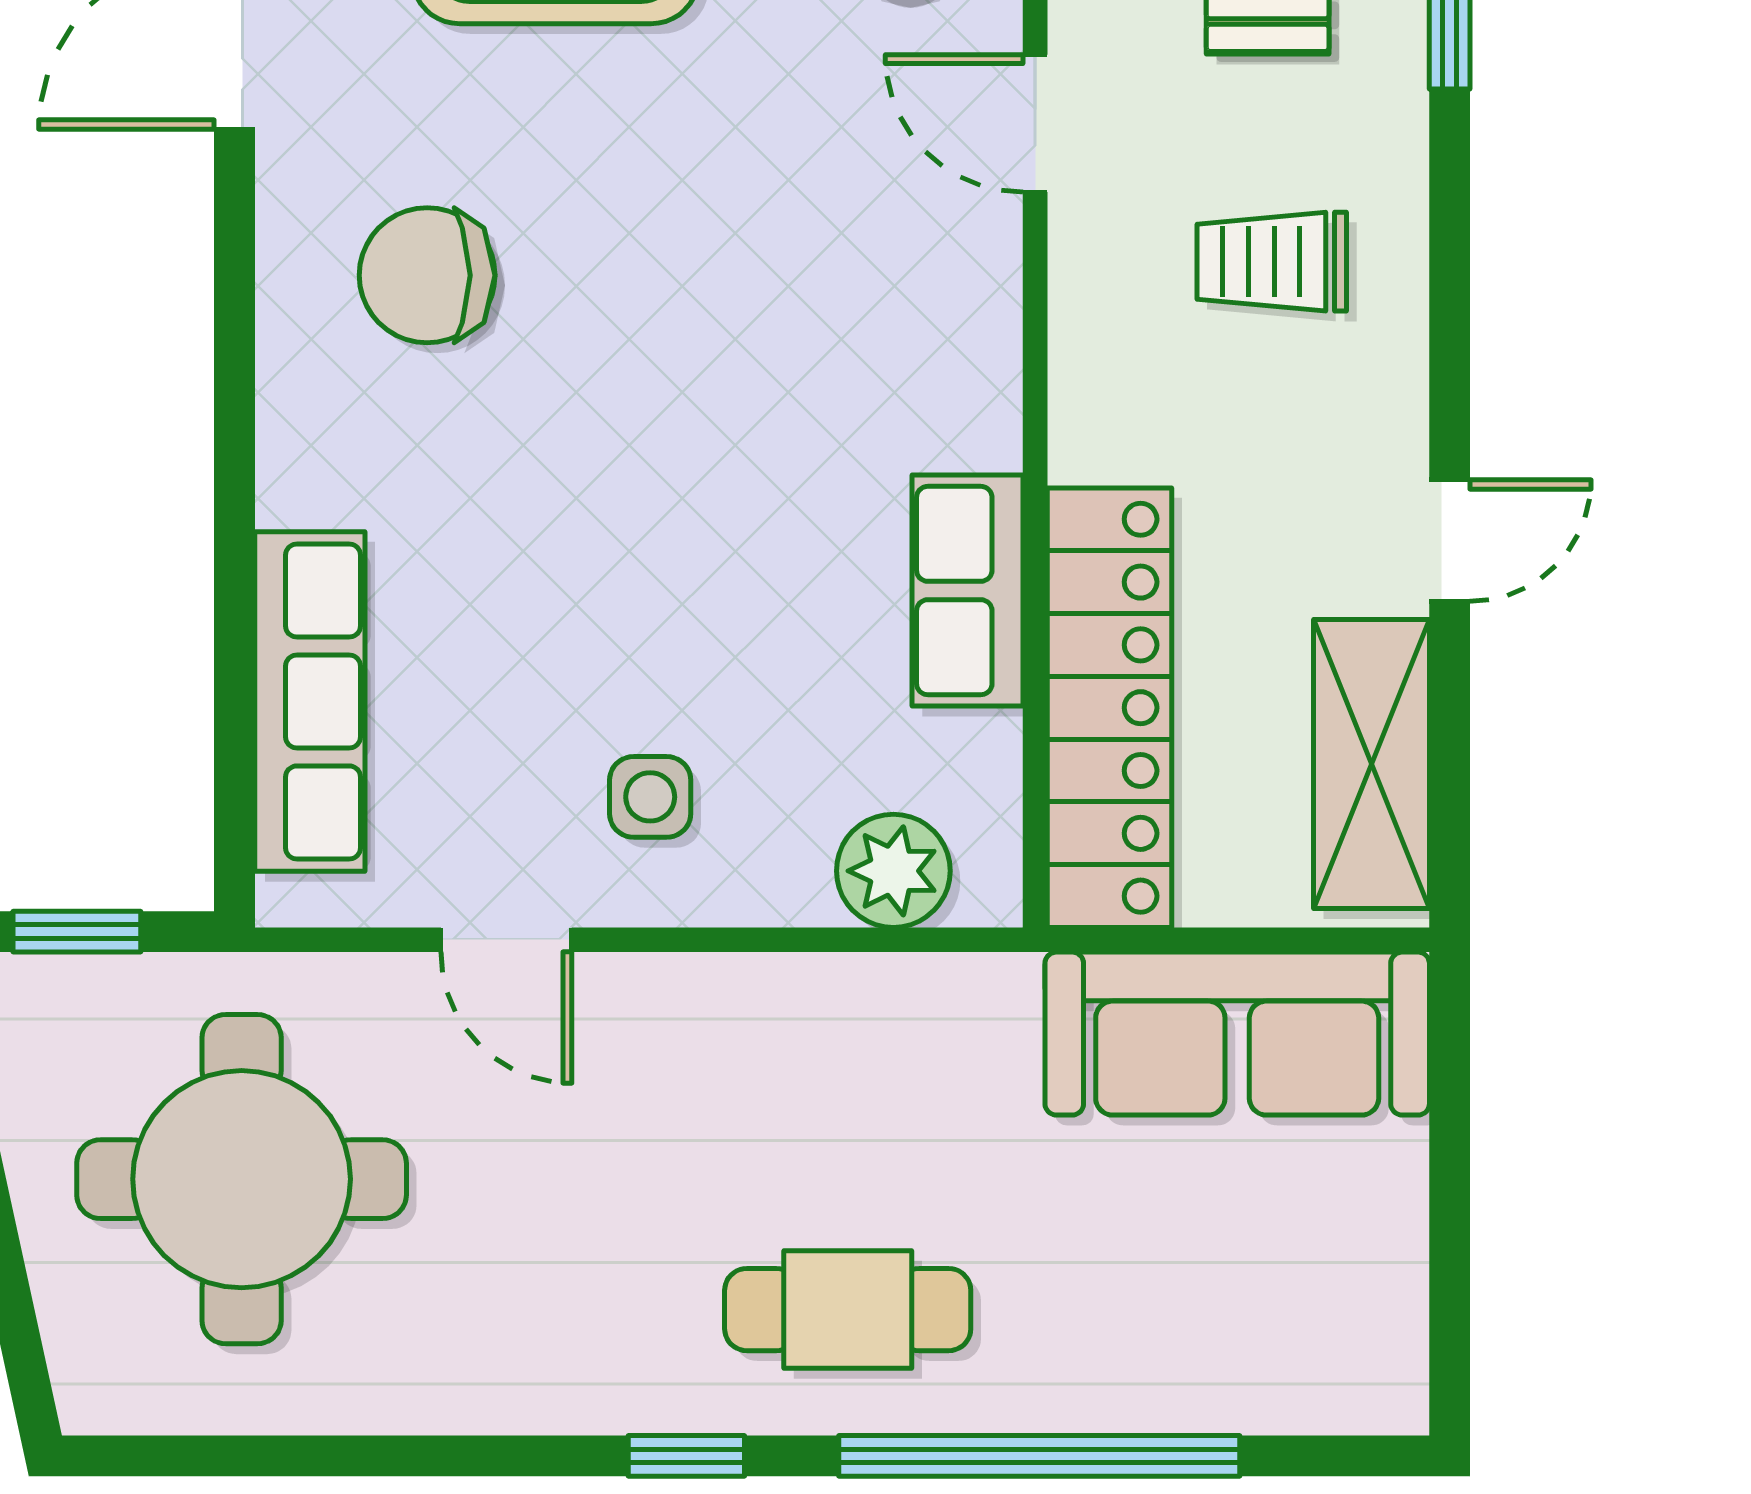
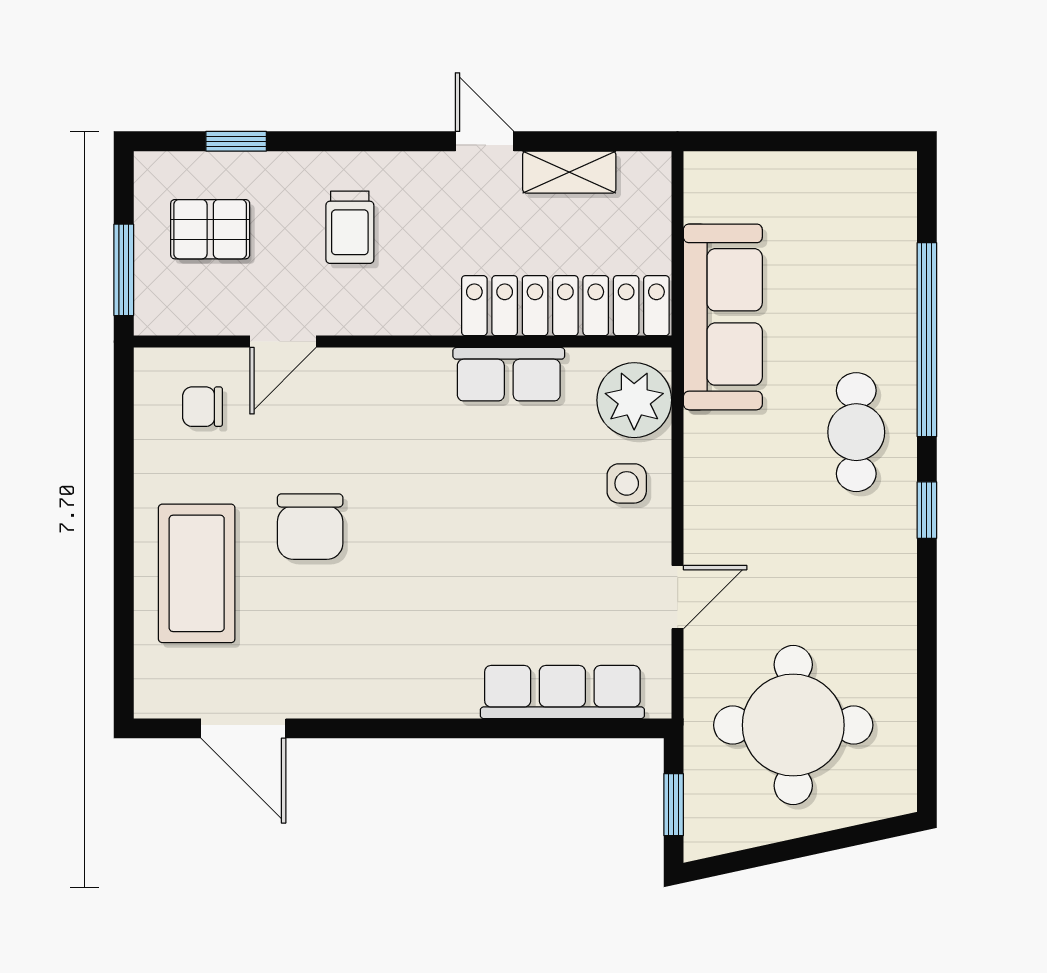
chair: (427, 275) -> (310, 527), moved
shelving: (1371, 764) -> (569, 172), width x0.67, depth x0.75
side table: (650, 797) -> (627, 483), moved
plant: (893, 871) -> (634, 400), width x1.36, depth x1.36
sofa: (1237, 1034) -> (723, 317), moved

